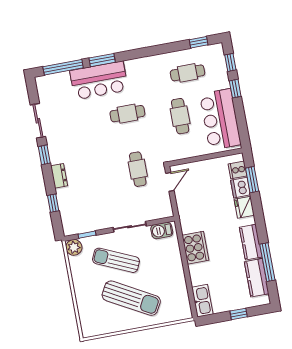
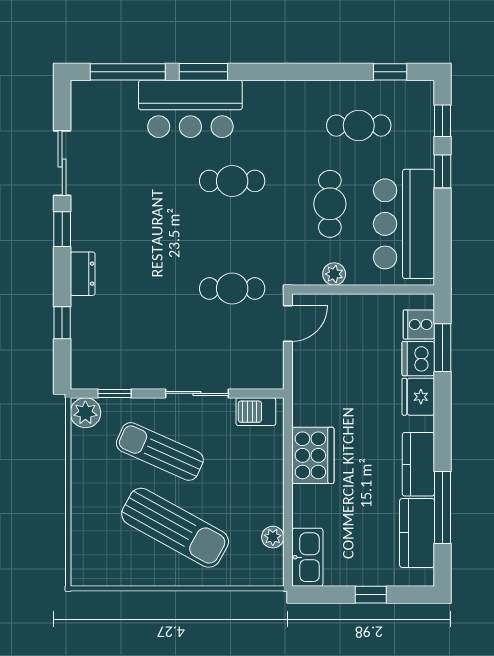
plant: (189, 152) -> (334, 274), added
cafe table: (138, 169) -> (232, 288), turned 90
plant: (183, 294) -> (273, 537), added

